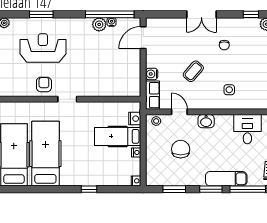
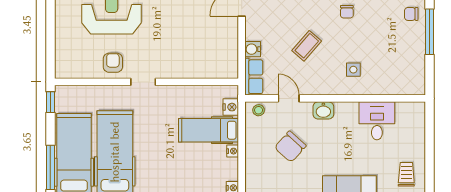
chair: (181, 149) -> (290, 147), turned -138

